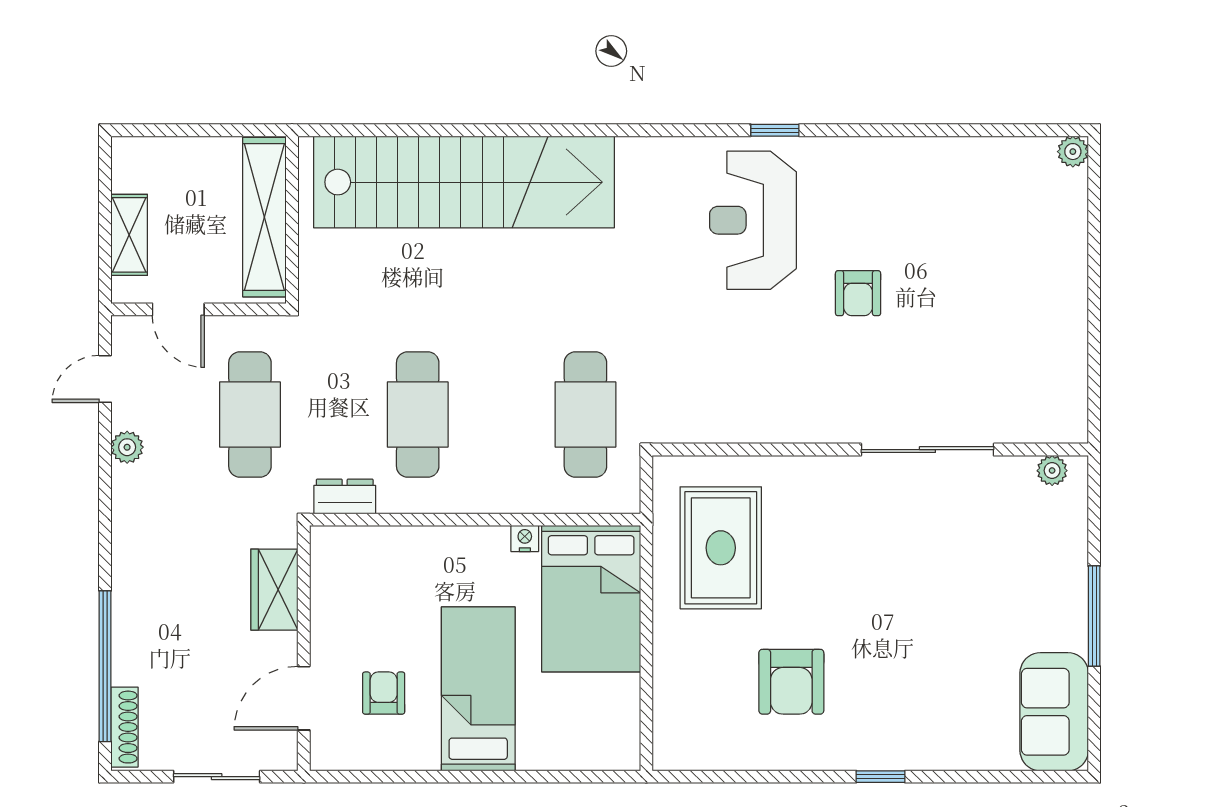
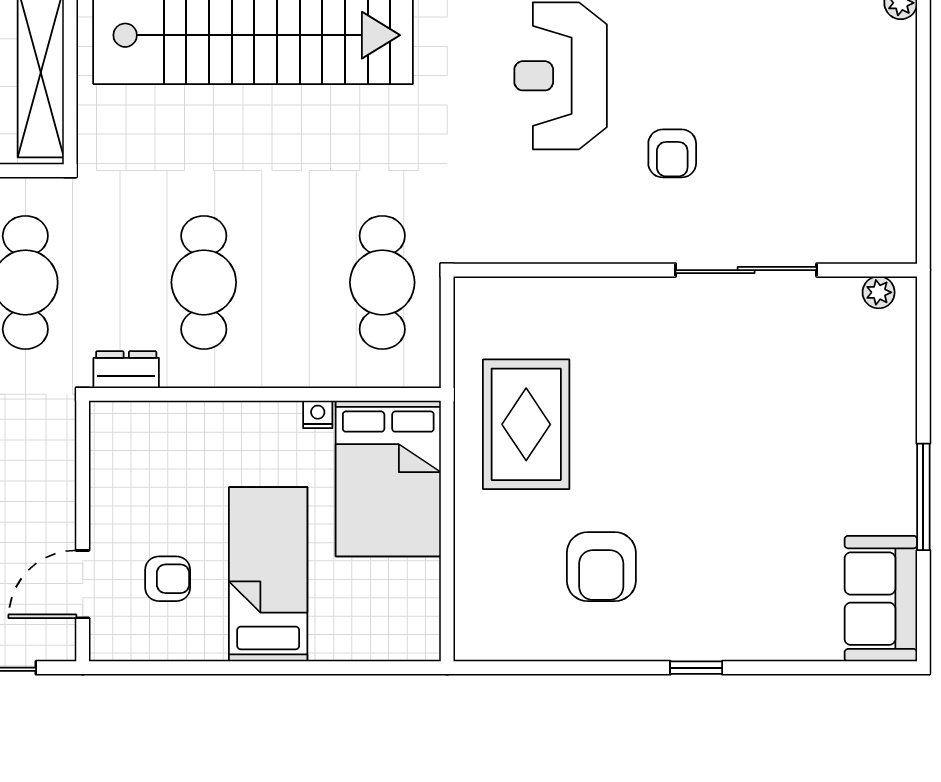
wall: (870, 450) -> (685, 270), moved
sliding door: (927, 450) -> (746, 270), moved
plant: (1052, 471) -> (879, 292), moved
wardrobe: (274, 590) -> (51, 469), removed
armchair: (384, 693) -> (168, 579), turned 90

